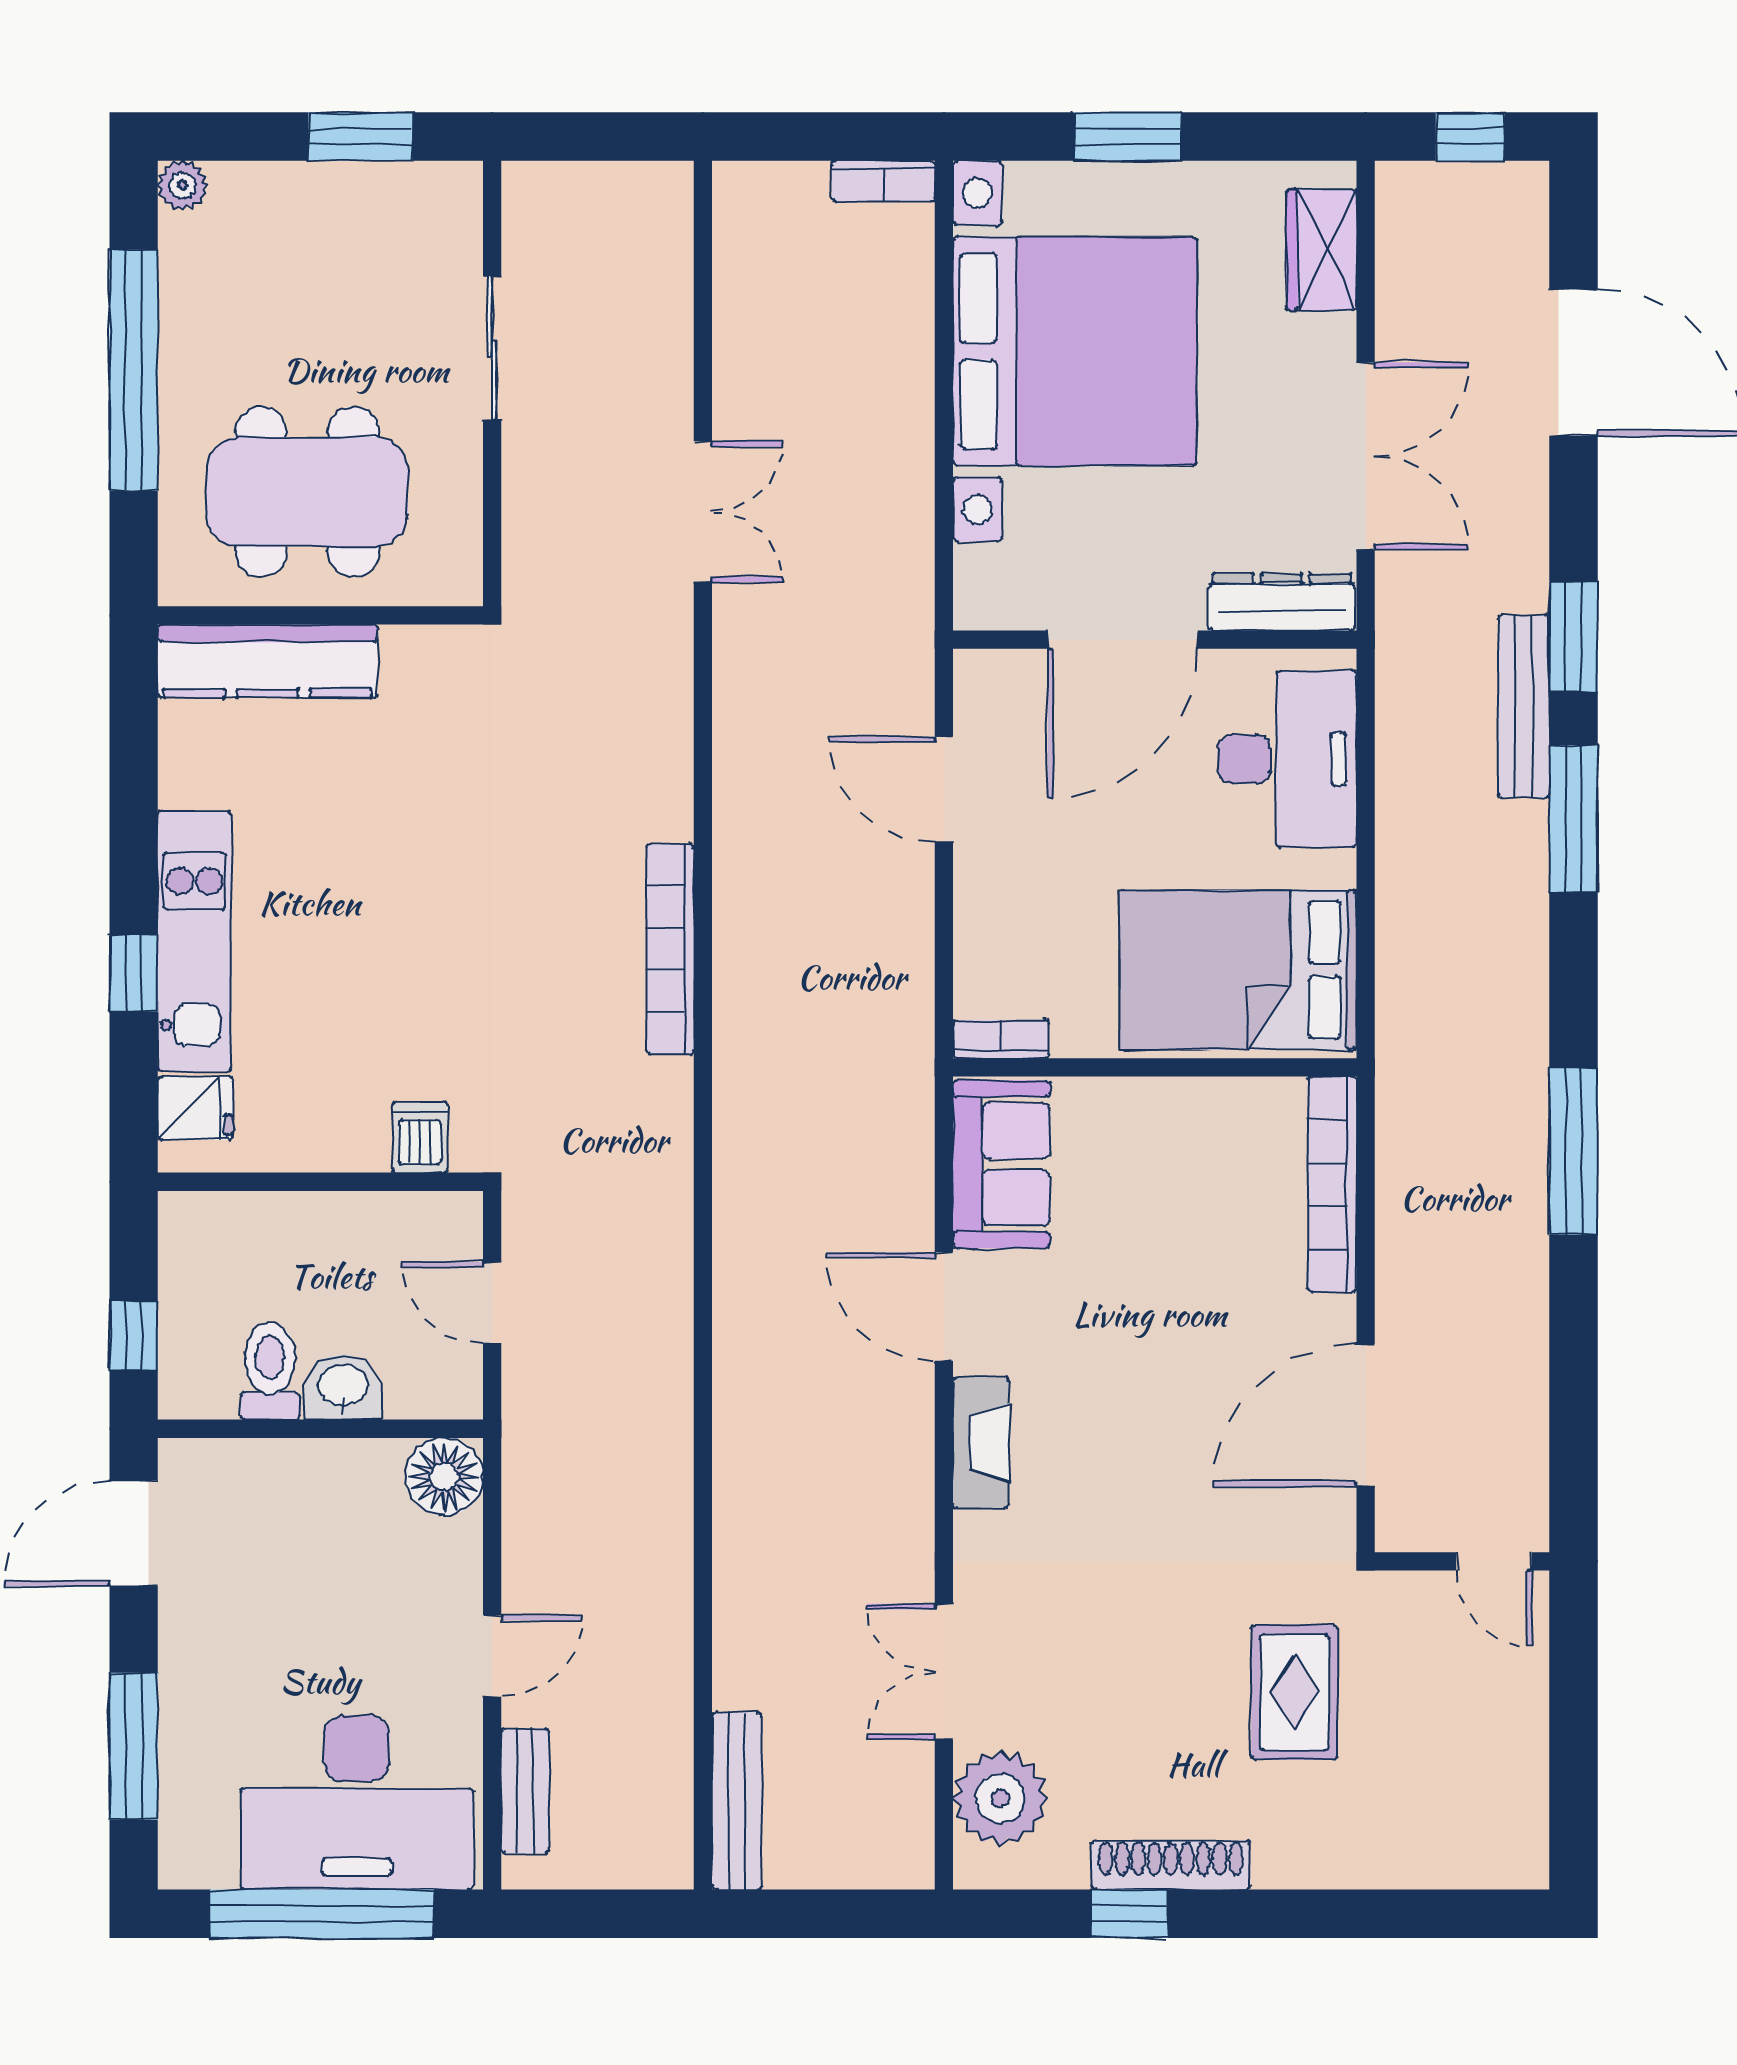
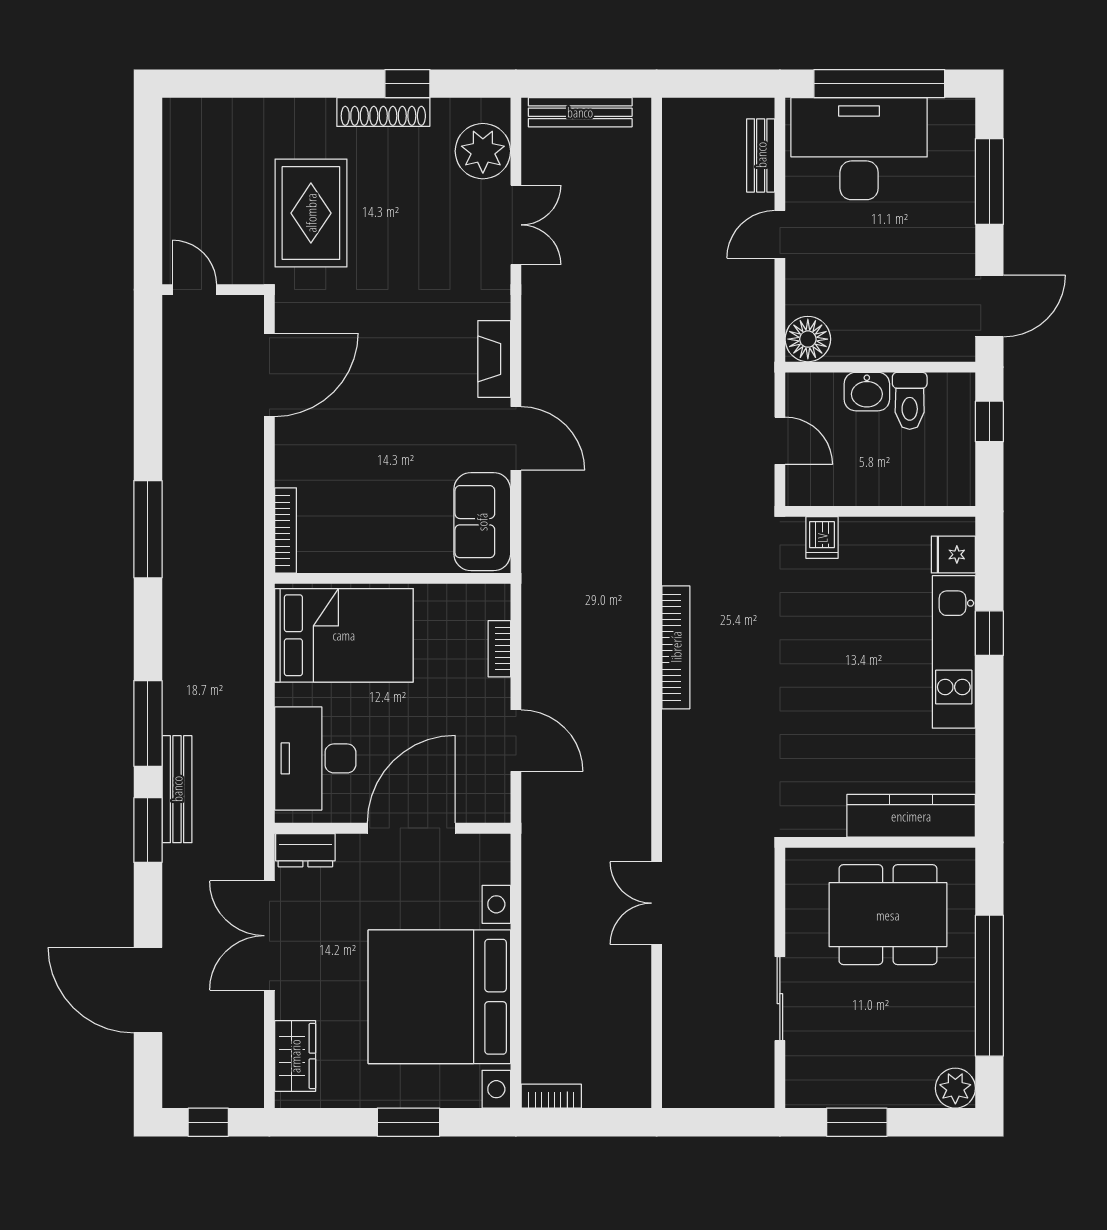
plant: (183, 185) -> (955, 1088), width x1.38, depth x1.38
dresser: (1282, 602) -> (305, 850), width x0.70
bookcase: (1001, 1039) -> (499, 649), moved, turned 90
bookcase: (1332, 1184) -> (286, 530), width x0.68, depth x0.76
rug: (1294, 1692) -> (311, 213), width x1.36, depth x1.43
bench: (737, 1801) -> (580, 112), moved, turned 90

